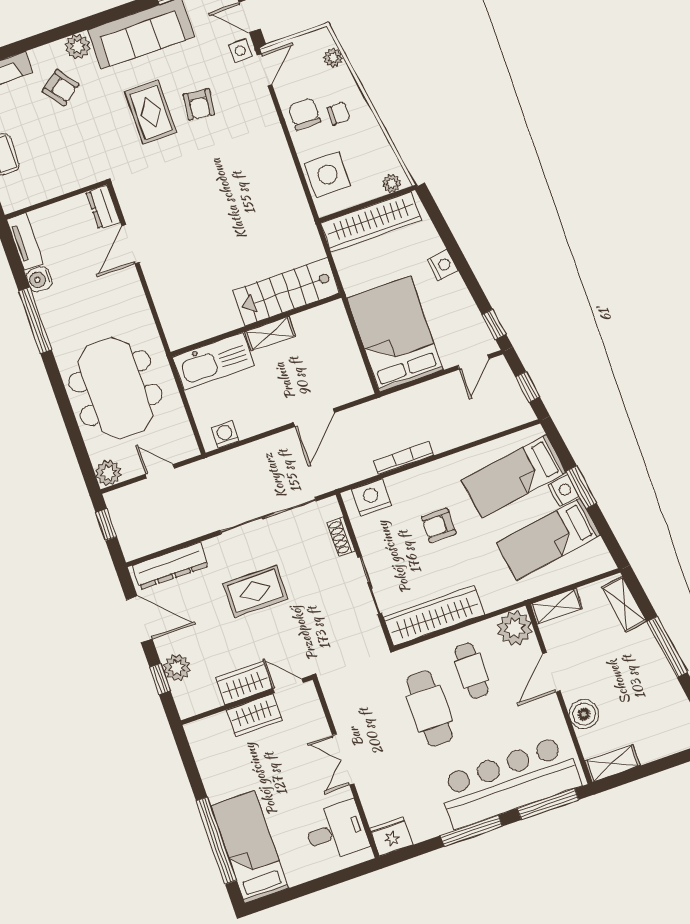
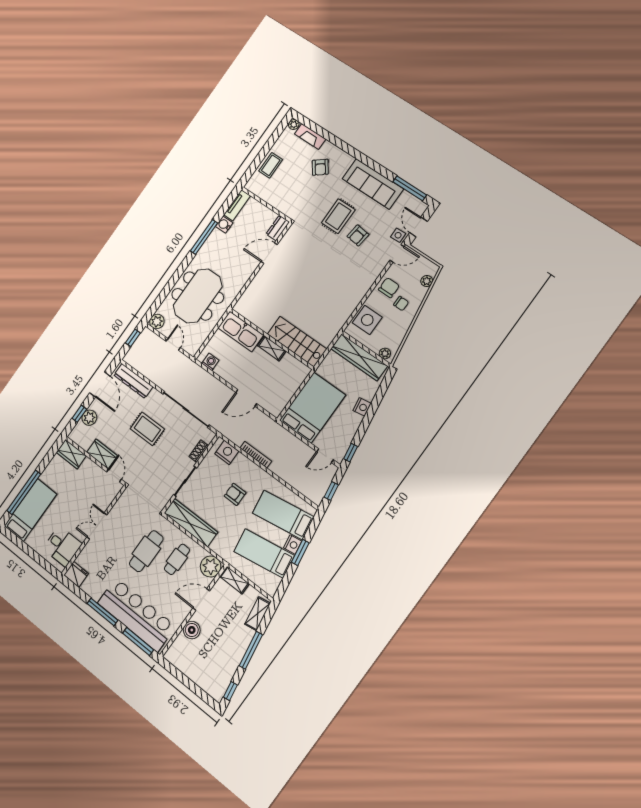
plant: (78, 47) -> (345, 160), removed
wardrobe: (254, 715) -> (71, 454), moved
shelving: (612, 763) -> (177, 661), removed

